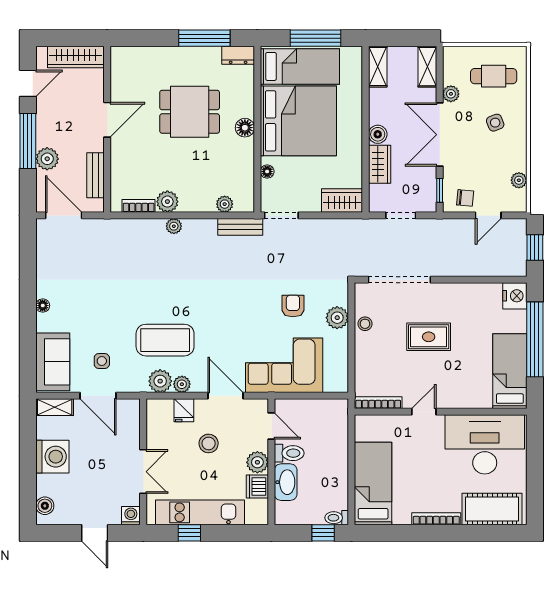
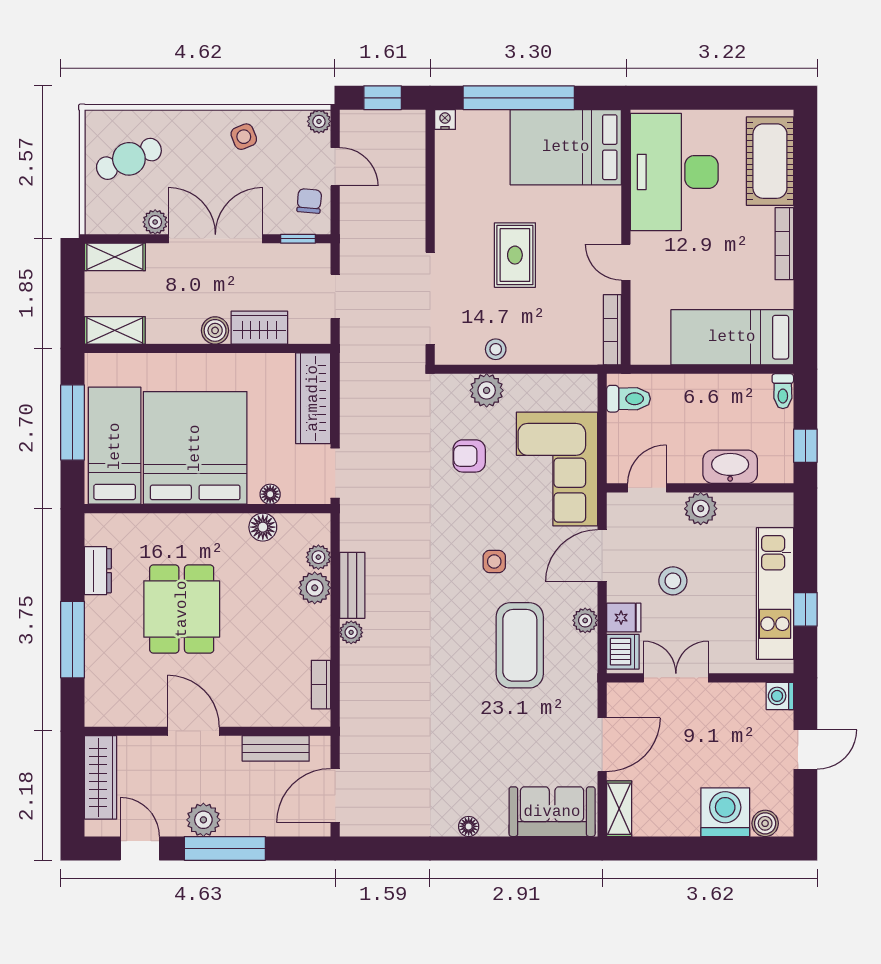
window: (204, 38) -> (73, 640), moved
dresser: (238, 55) -> (98, 571), moved
cafe table: (494, 76) -> (129, 159), turned 67
side table: (495, 123) -> (244, 137), moved
floor lamp: (245, 128) -> (263, 527), moved
double door: (440, 135) -> (215, 239), swing flipped
plant: (47, 159) -> (203, 820), moved
plant: (519, 180) -> (319, 121), moved
wardrobe: (342, 201) -> (313, 398), width x1.50
plant: (167, 202) -> (315, 588), moved
bench: (240, 227) -> (352, 585), moved
nightstand: (515, 296) -> (445, 120), width x0.53, depth x0.56
side table: (102, 361) -> (494, 561), moved
bed: (510, 371) -> (566, 147), width x1.50
plant: (160, 381) -> (581, 653), removed
toilet: (289, 453) -> (628, 399), moved, turned 90
washing machine: (52, 457) -> (725, 812), moved
double door: (143, 472) -> (676, 678), moved
dishwasher: (257, 487) -> (623, 652), moved, turned -90
window: (323, 533) -> (805, 446), moved

